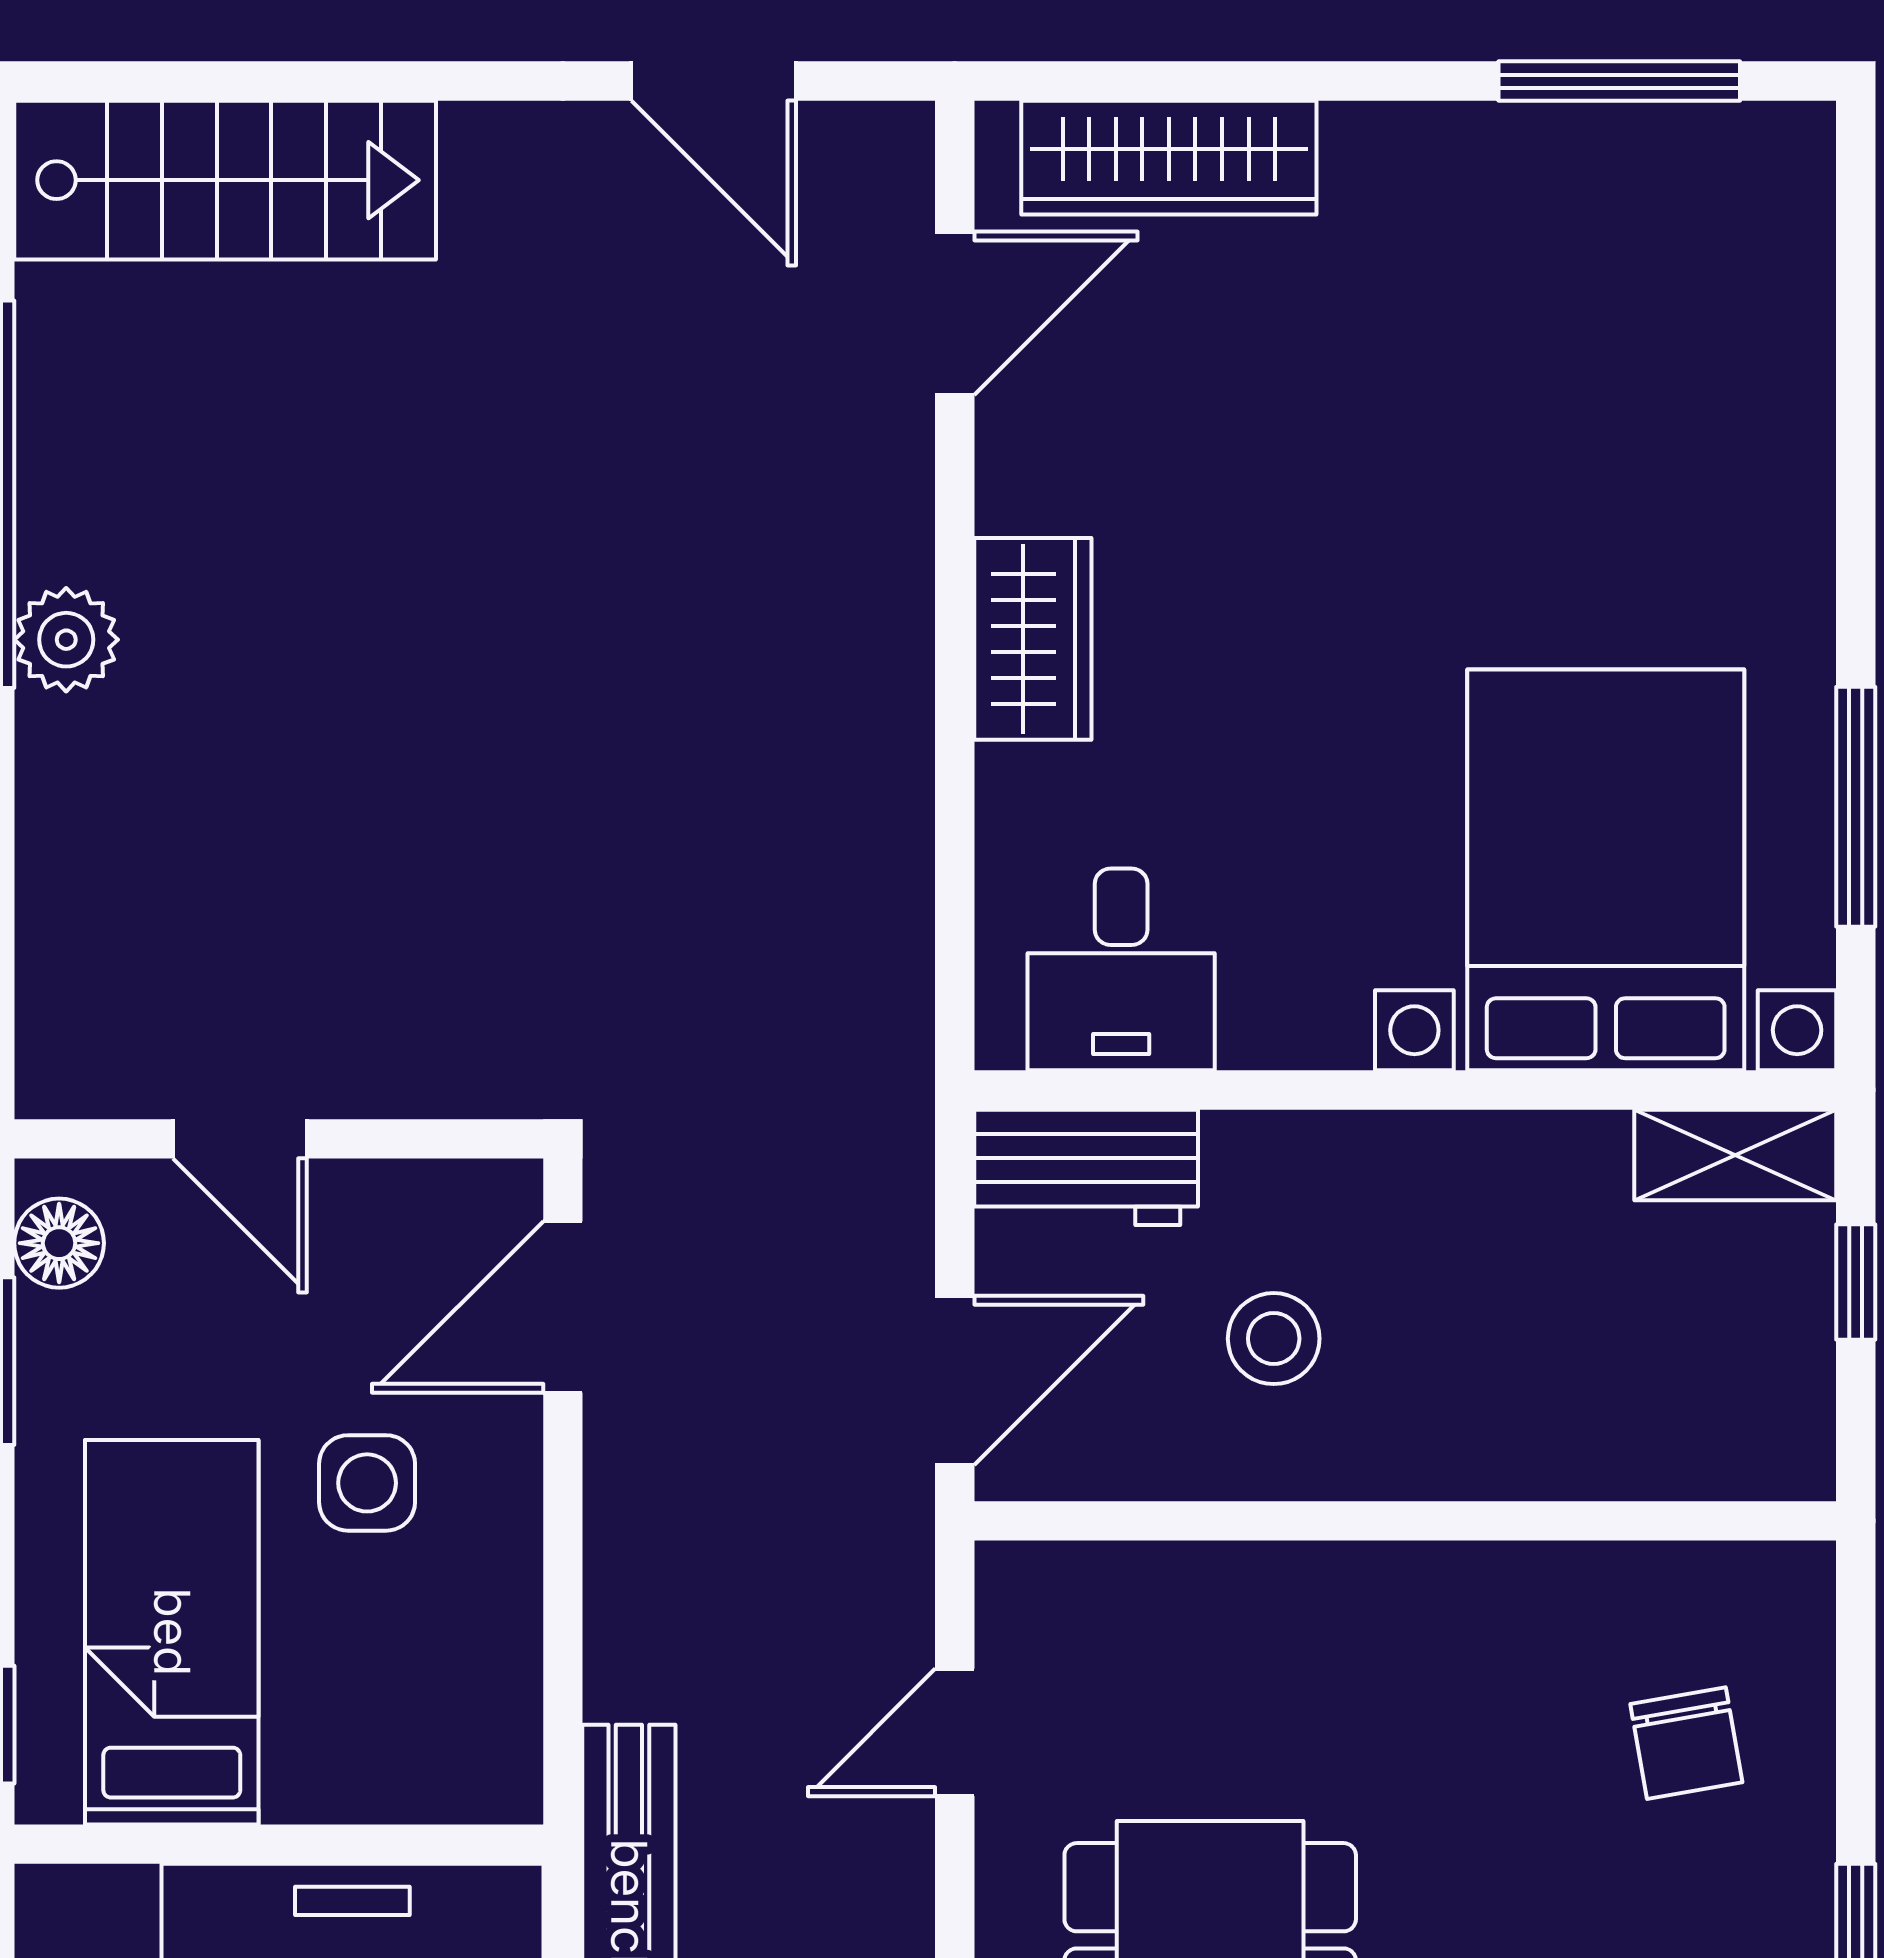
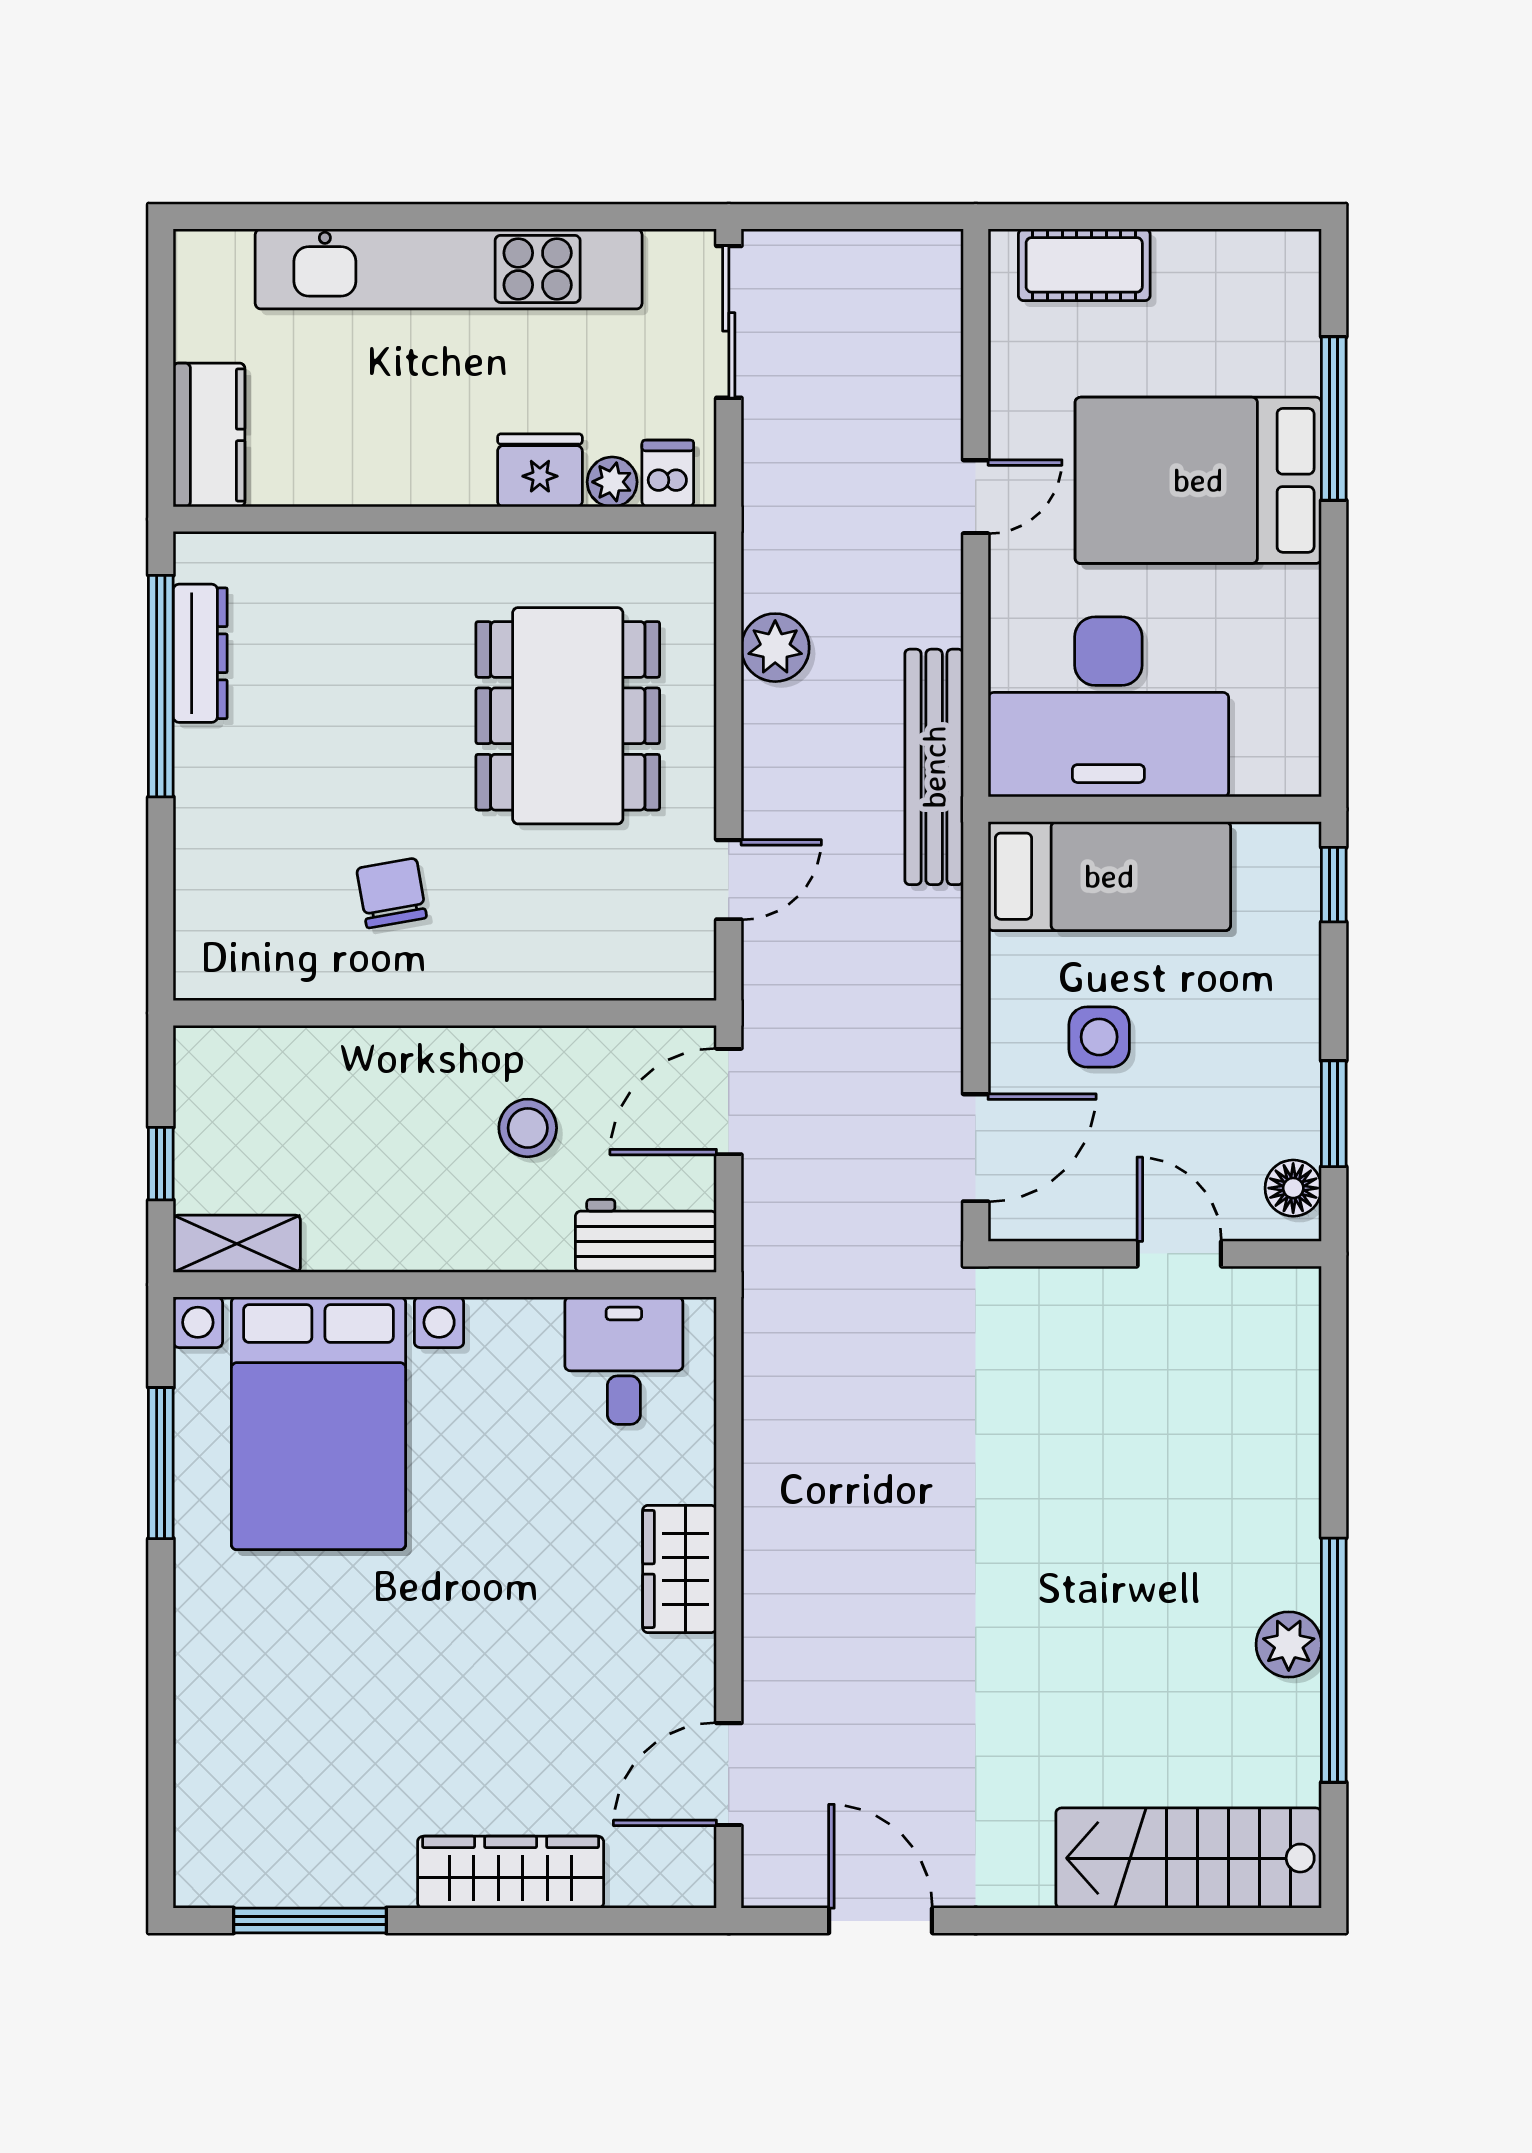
wardrobe: (1169, 158) -> (511, 1872), moved
plant: (66, 640) -> (1289, 1644), moved
bed: (172, 1632) -> (1109, 876), moved, turned -90
chair: (1686, 1743) -> (392, 893), moved

